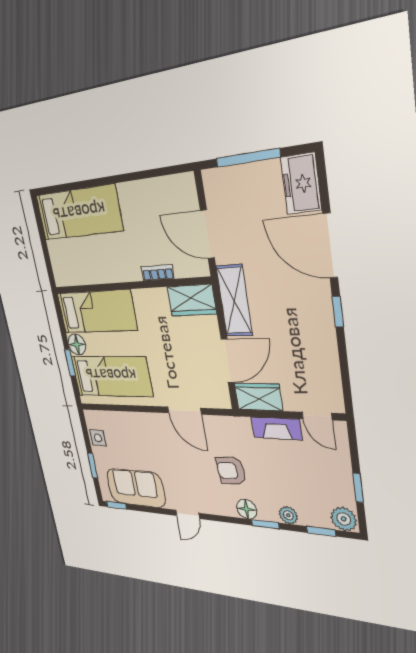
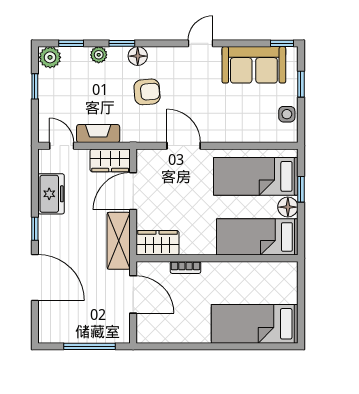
freezer: (301, 184) -> (51, 194), moved

